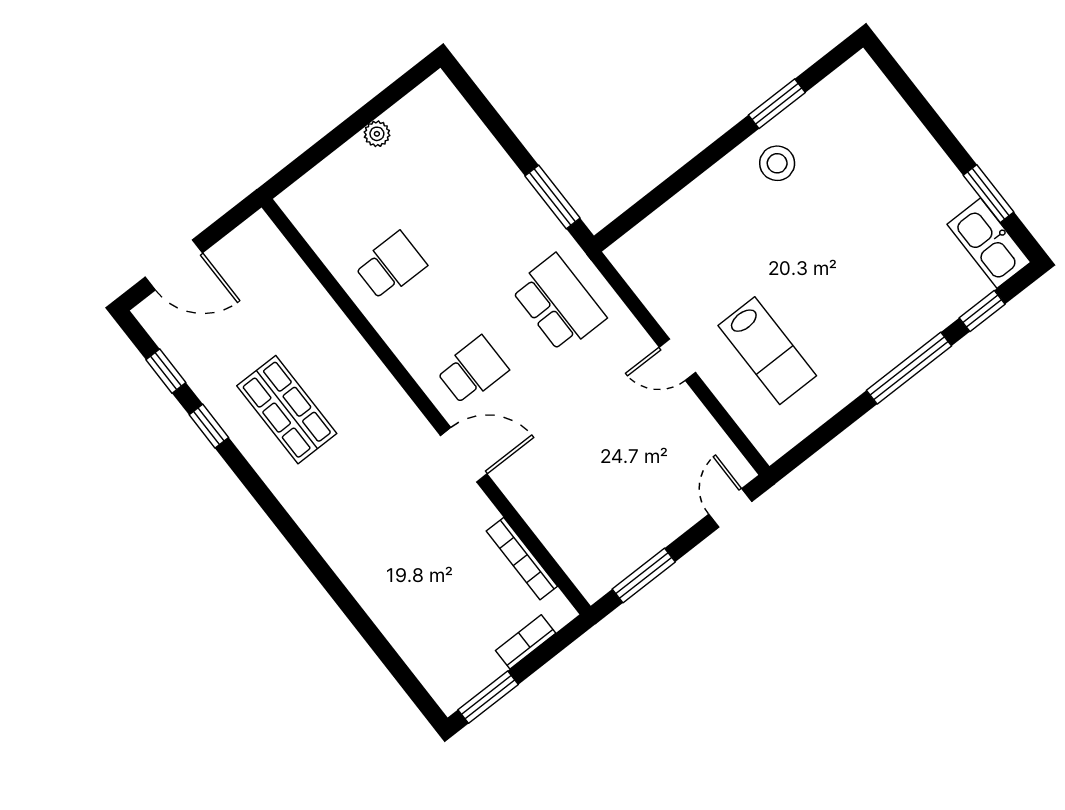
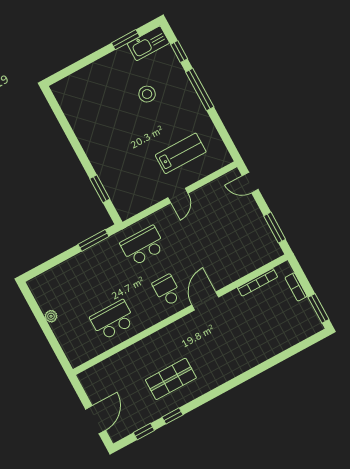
window: (777, 104) -> (100, 189), moved
stool: (777, 163) -> (147, 94), moved
school desk: (391, 266) -> (113, 320), width x1.85

